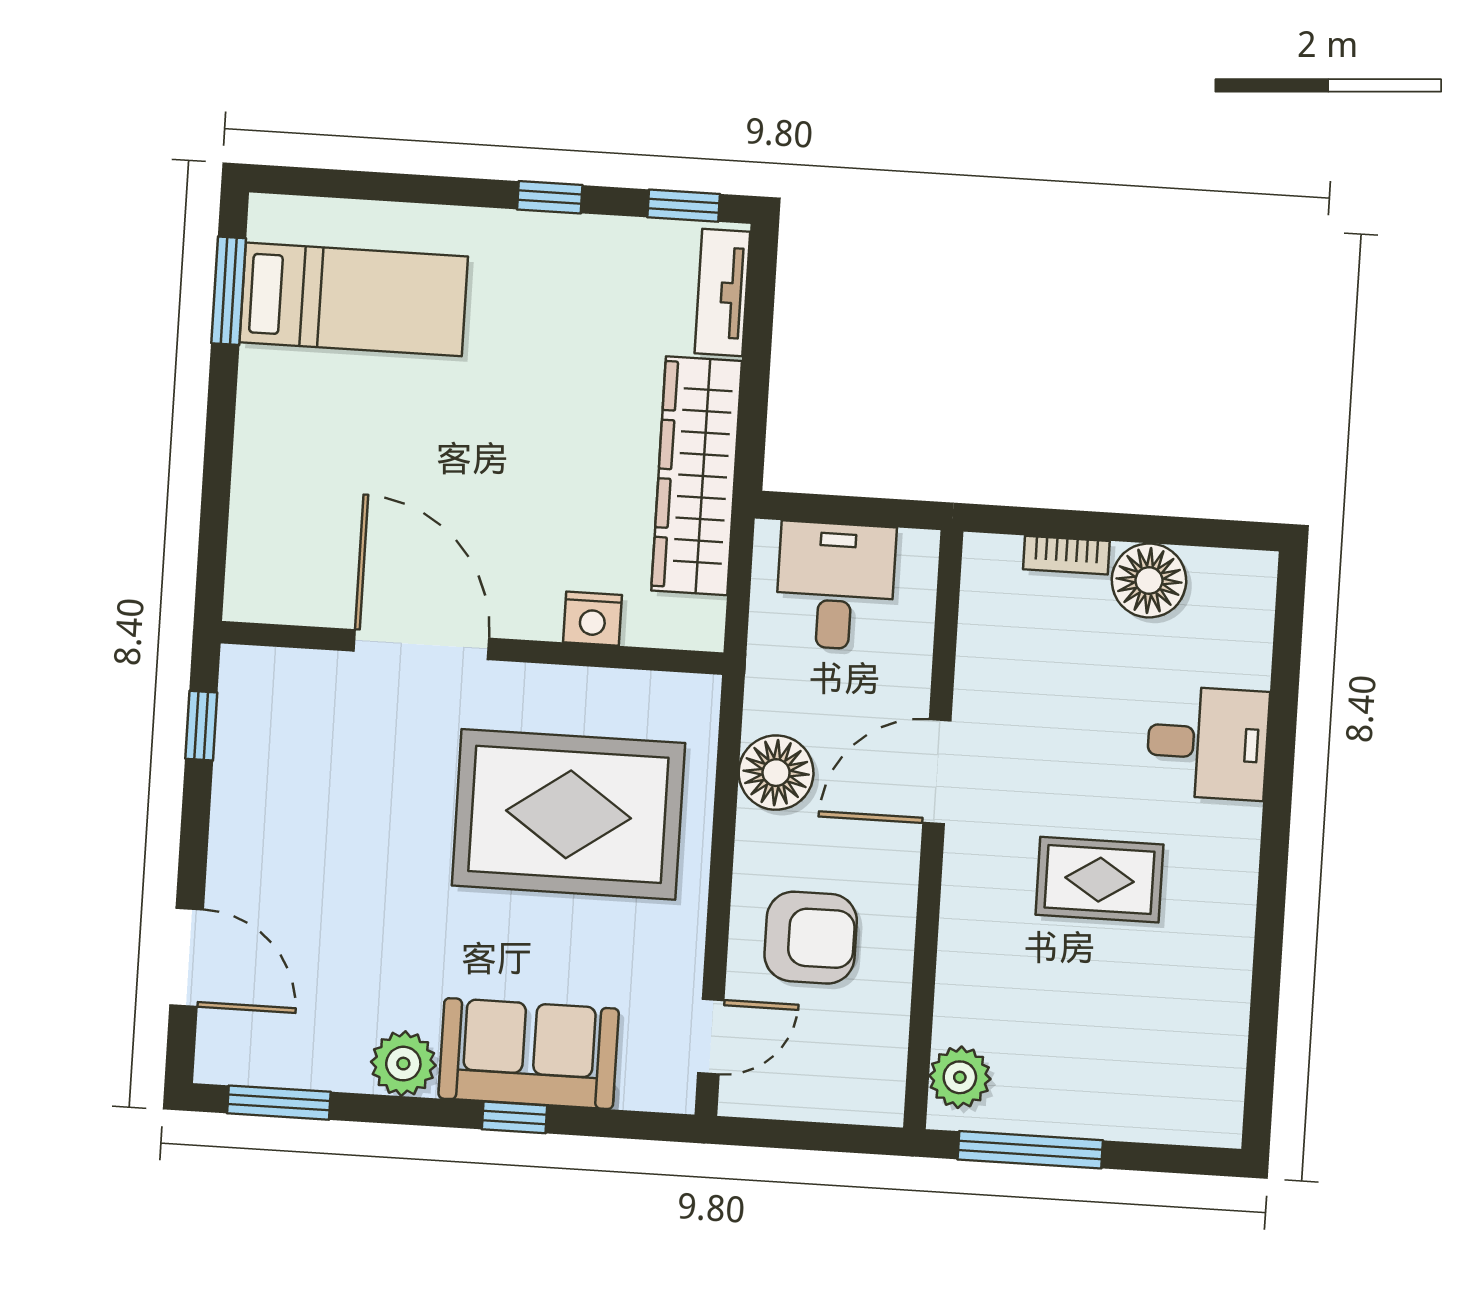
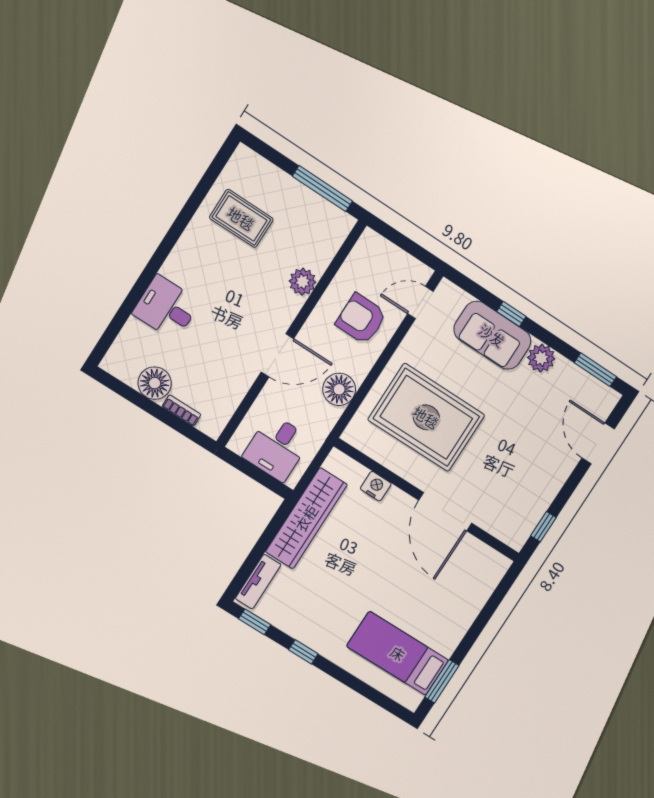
rug: (1099, 880) -> (241, 218), moved
plant: (960, 1077) -> (303, 282), moved

